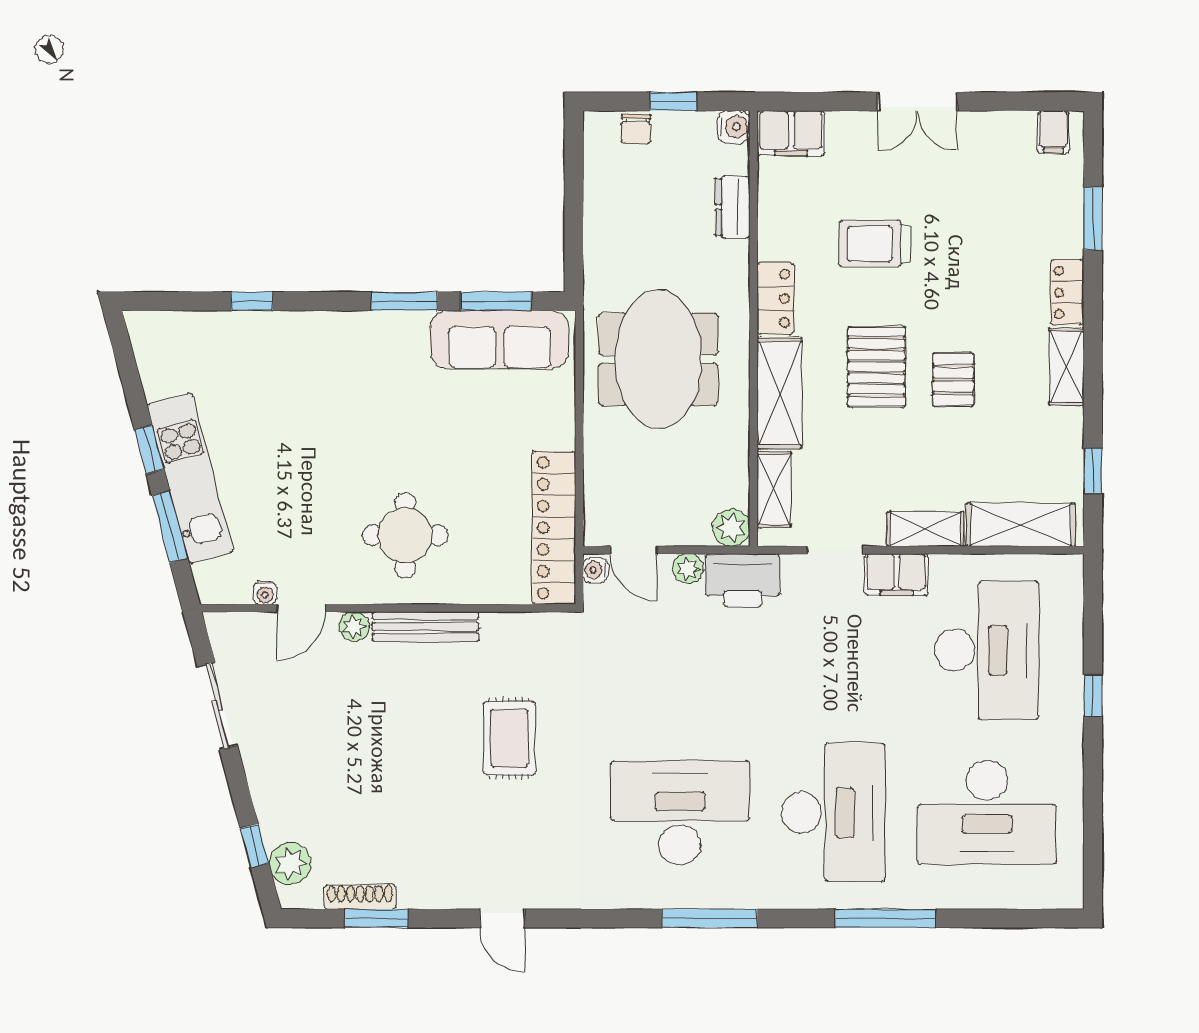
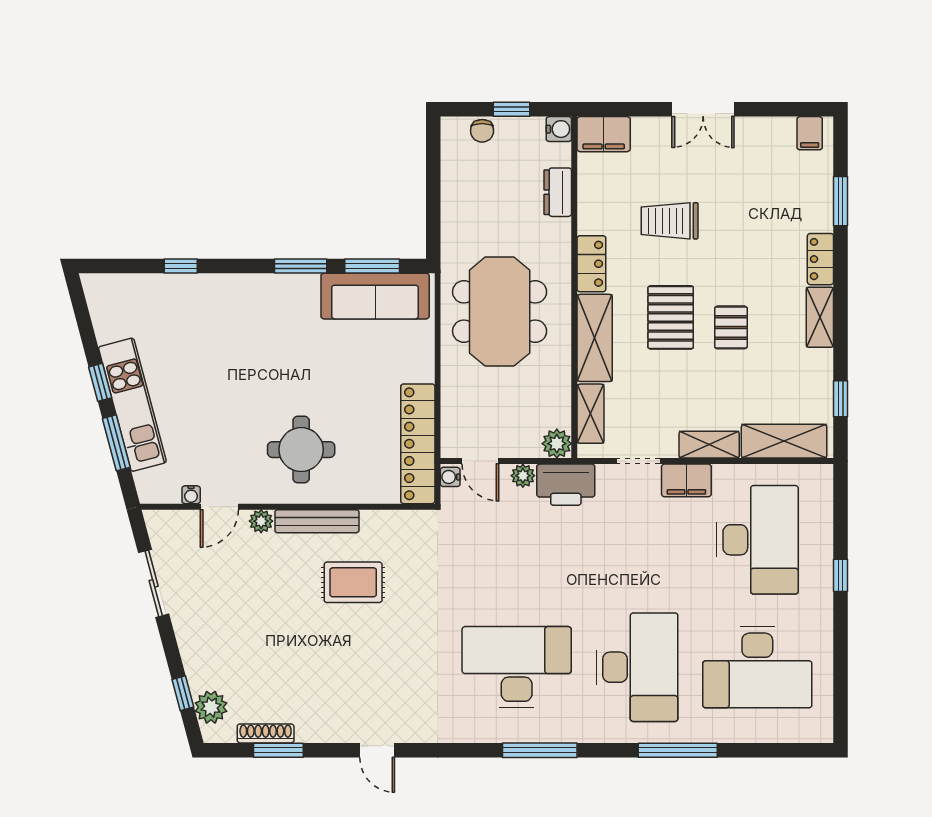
rug: (509, 738) -> (353, 582), moved, turned 90

